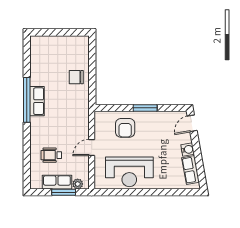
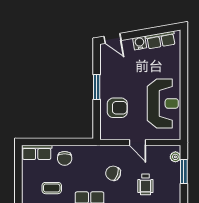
coffee table: (48, 65) -> (52, 188), added
chair: (62, 124) -> (113, 173), added
row of seats: (57, 182) -> (37, 152), moved, turned -90

